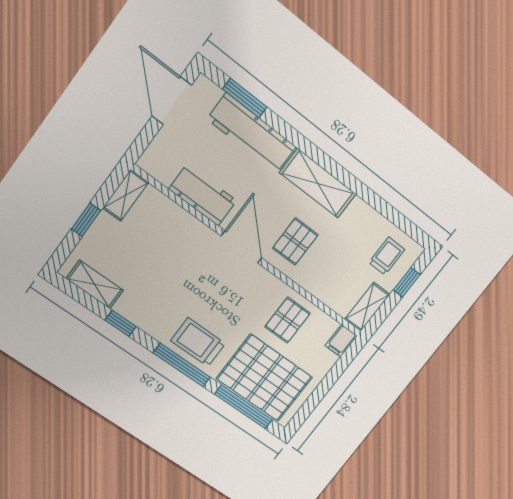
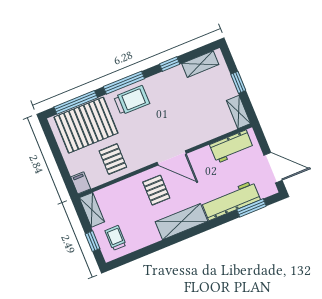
workbench: (203, 195) -> (232, 147), moved
trolley: (387, 256) -> (116, 238), turned 180

